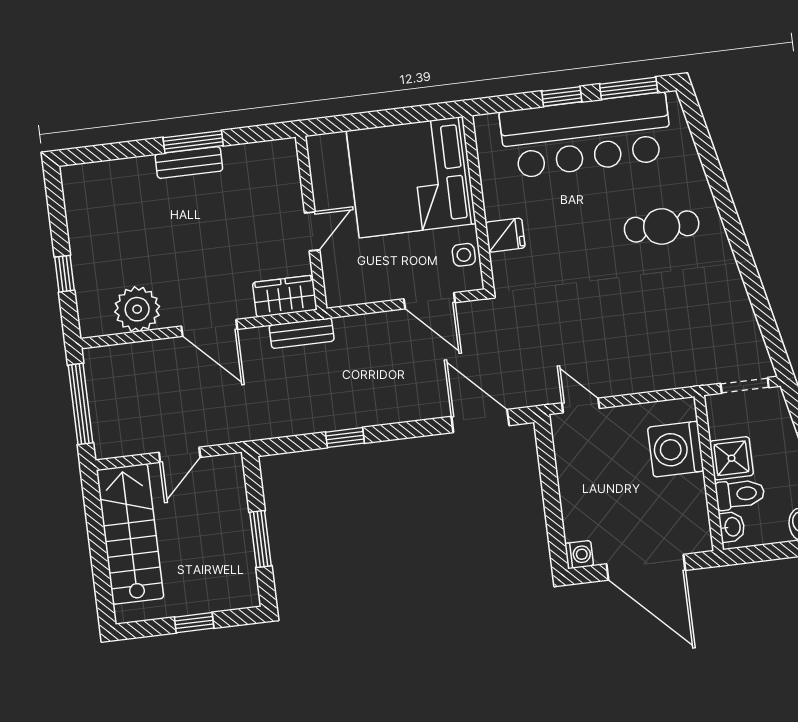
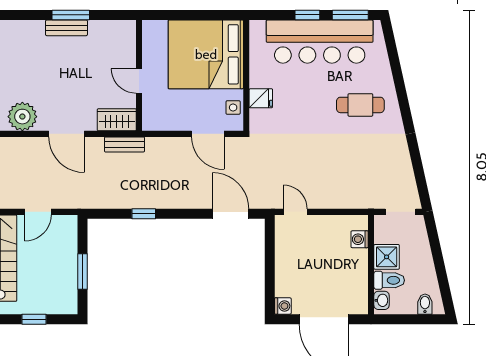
door: (312, 231) -> (139, 81), swing flipped
washing machine: (676, 449) -> (360, 239), width x0.53, depth x0.53

